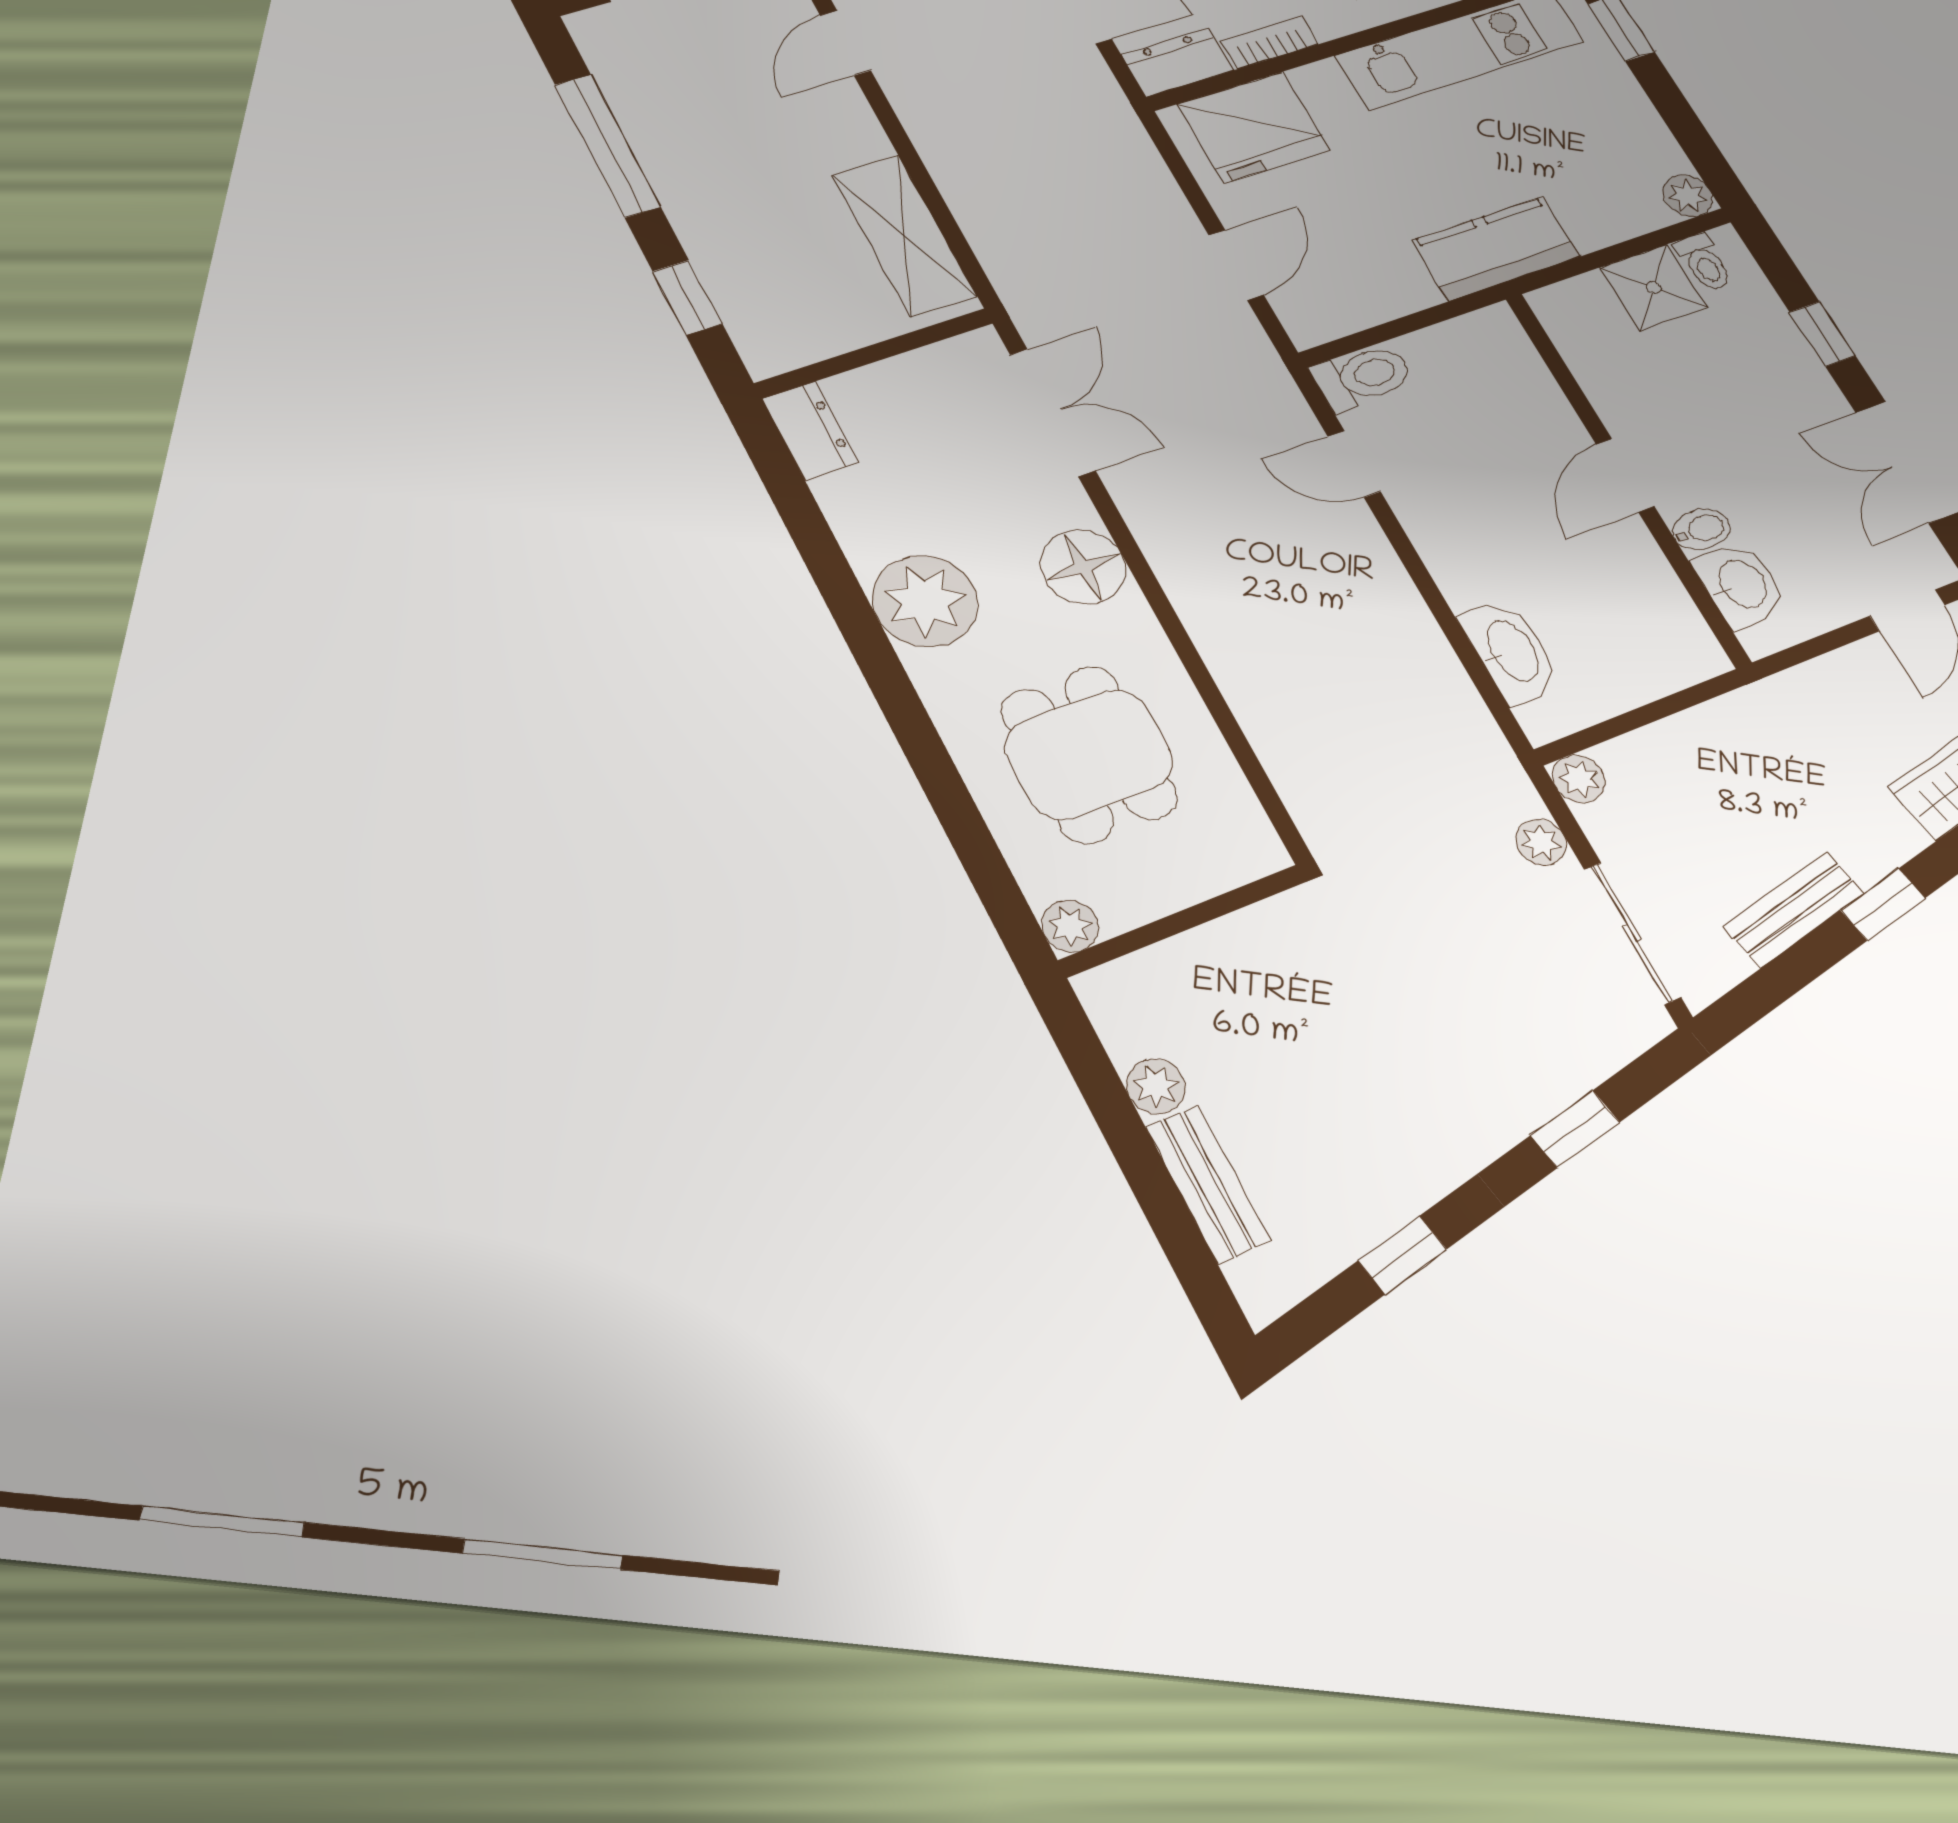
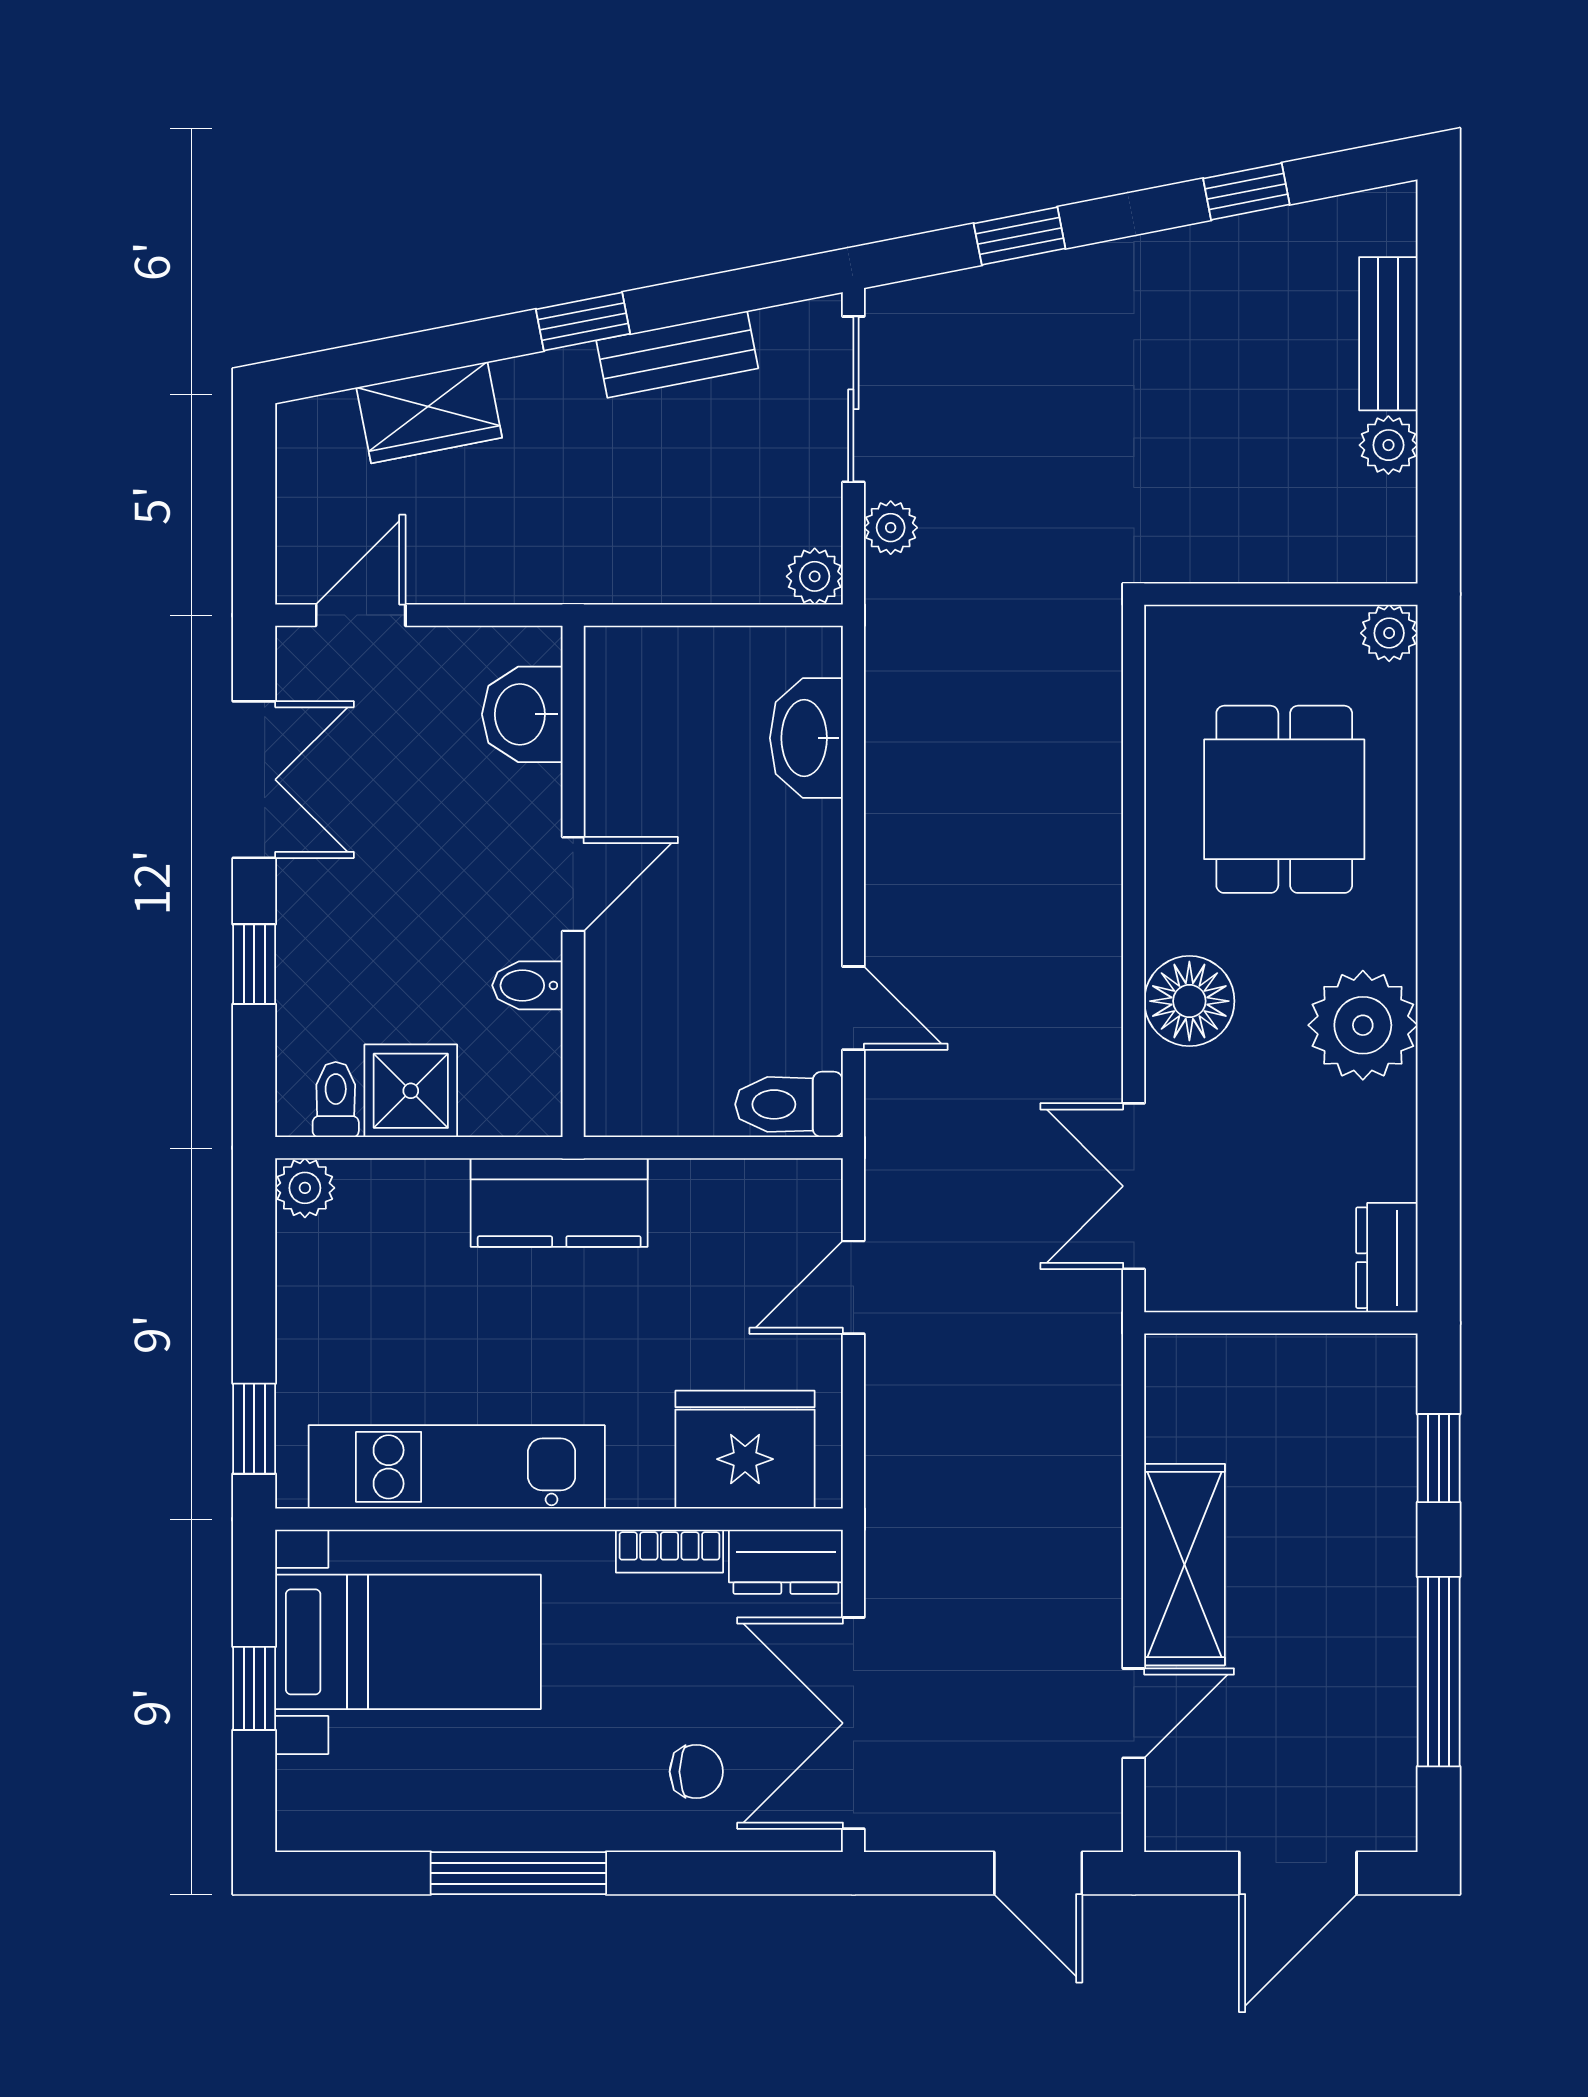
shelving: (904, 235) -> (1185, 1565), moved
bidet: (1701, 529) -> (527, 985), moved

